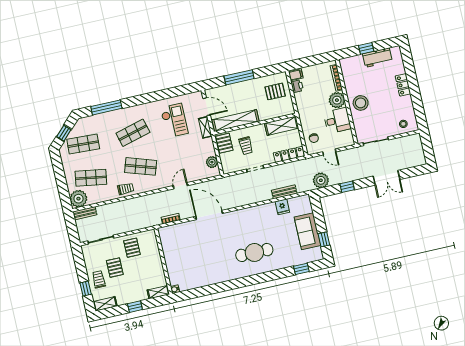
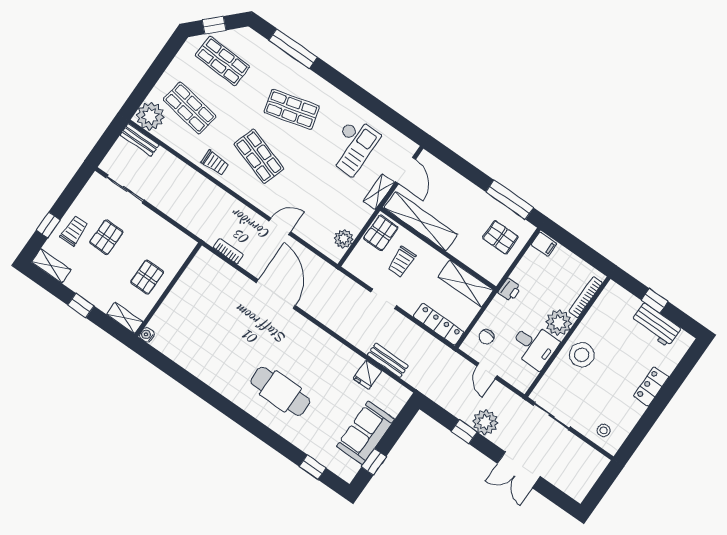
window: (239, 77) -> (510, 200), moved
printer: (297, 86) -> (510, 290), moved
plant: (321, 180) -> (485, 422), moved
pallet: (132, 248) -> (147, 277), moved

